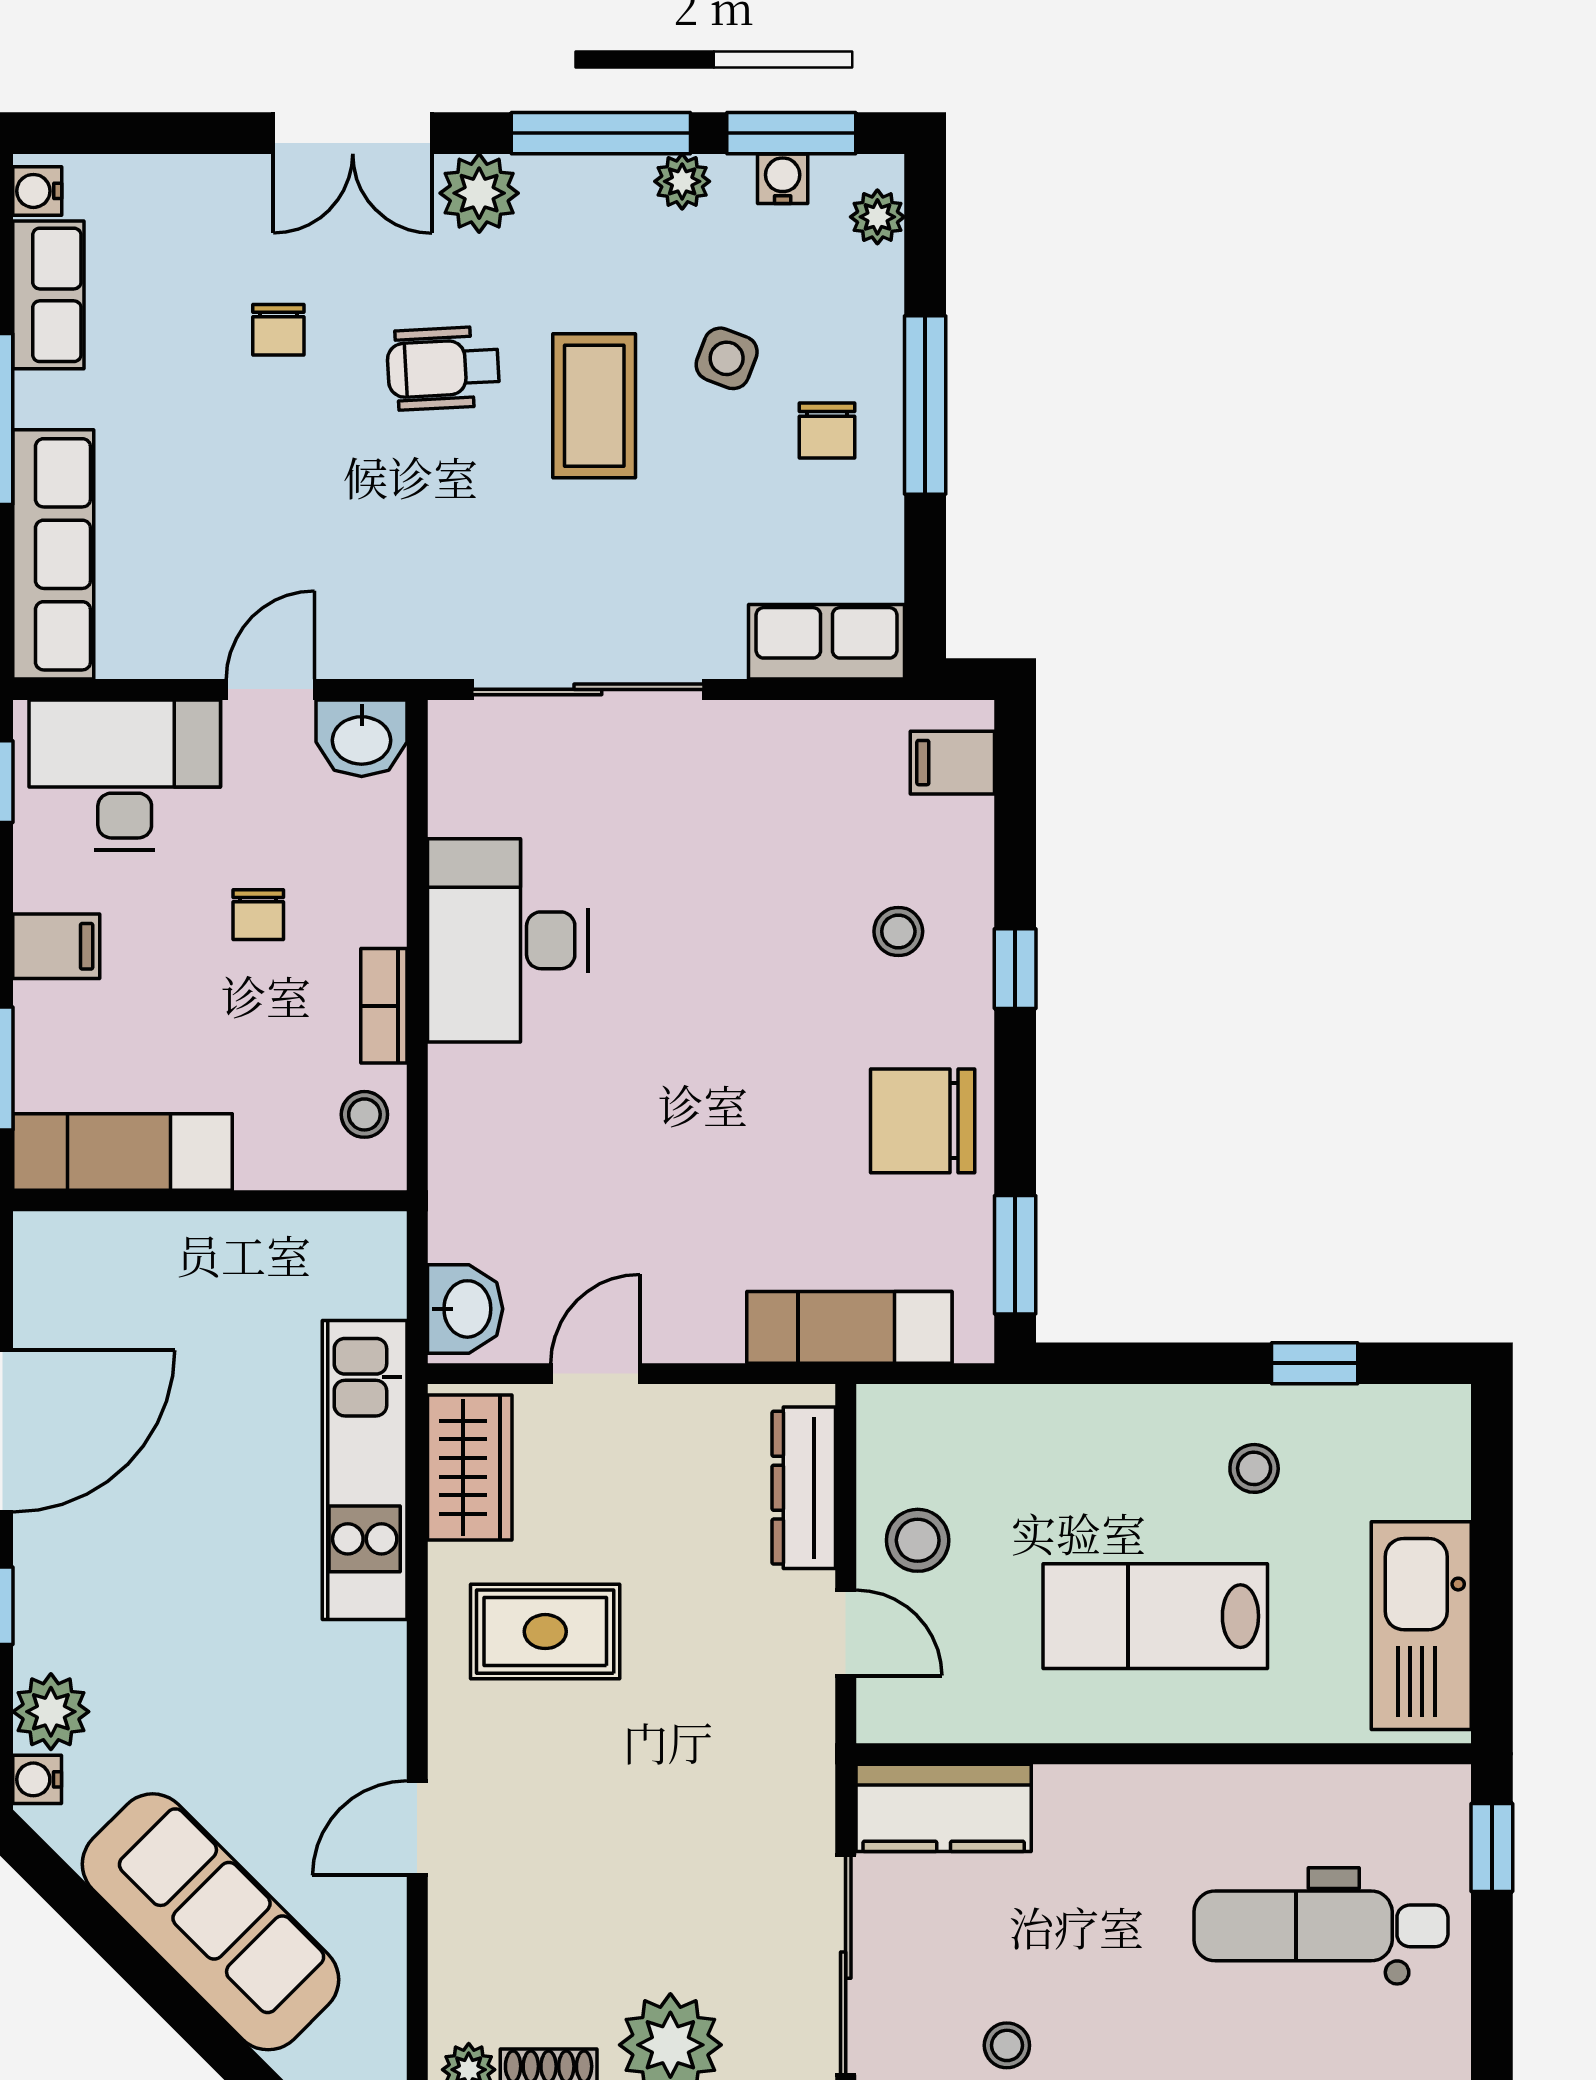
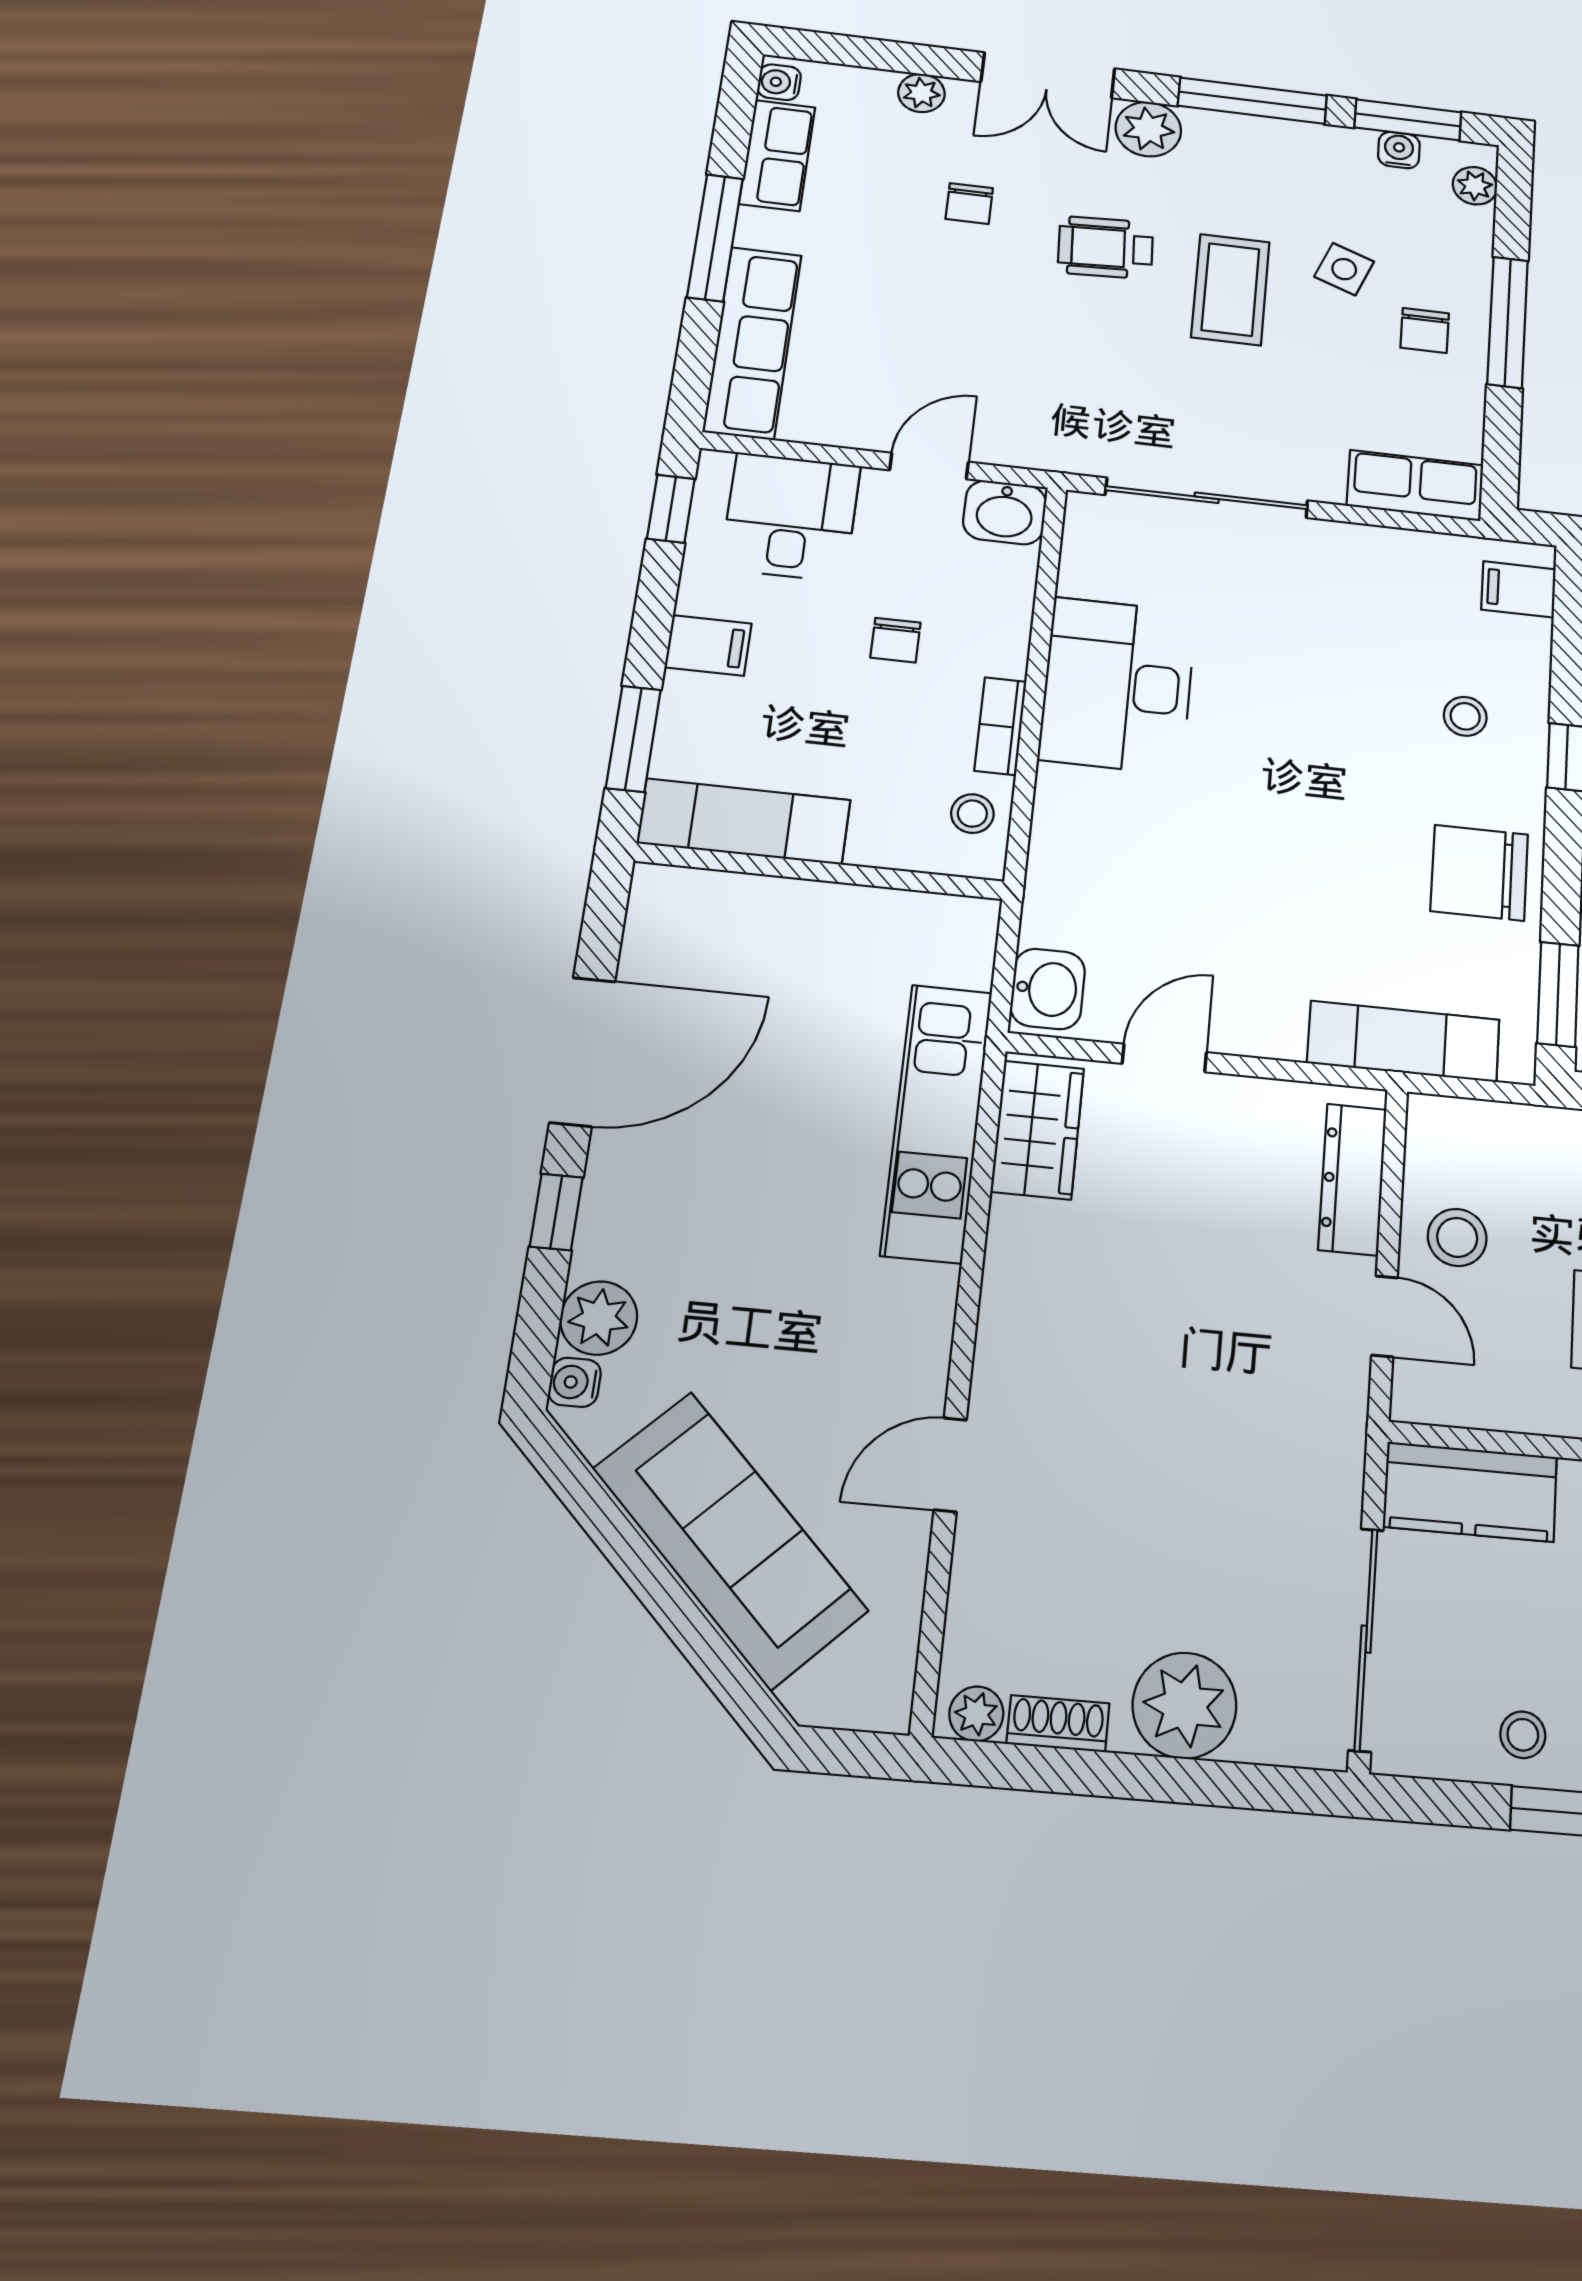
plant: (682, 181) -> (921, 93), moved
desk: (125, 775) -> (791, 517), width x0.73
rug: (545, 1632) -> (1095, 1288), removed

